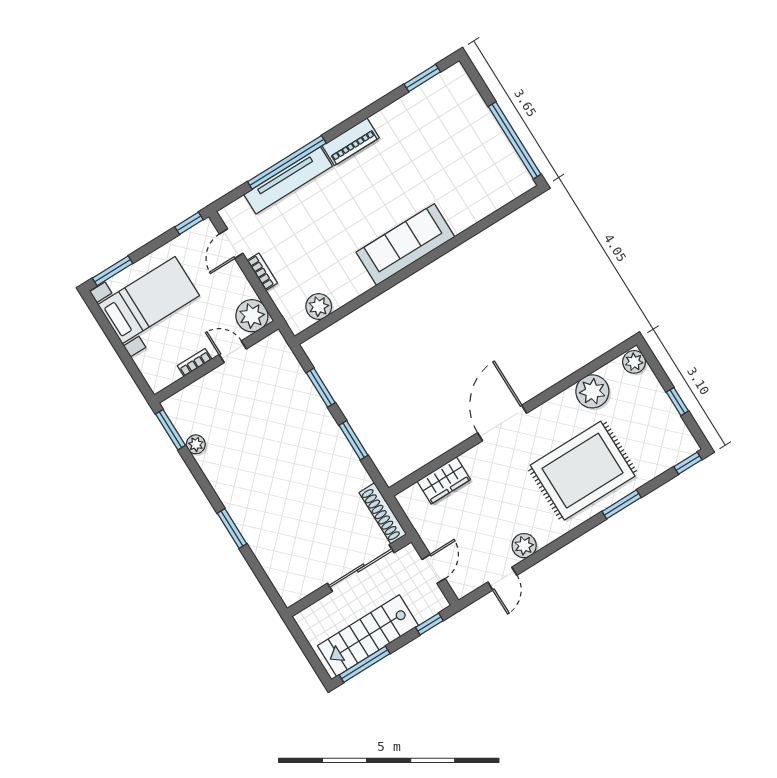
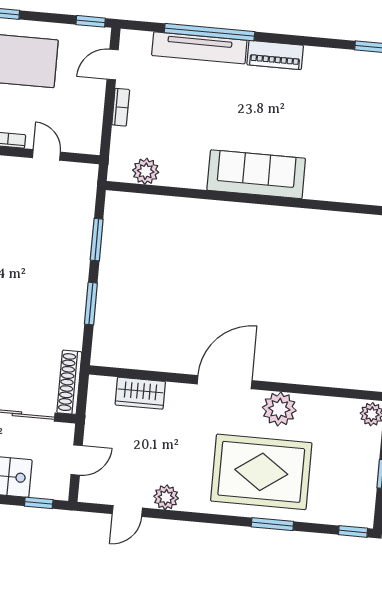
plant: (252, 316) -> (85, 137), removed
plant: (592, 391) -> (279, 409), moved

